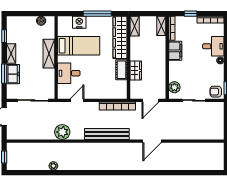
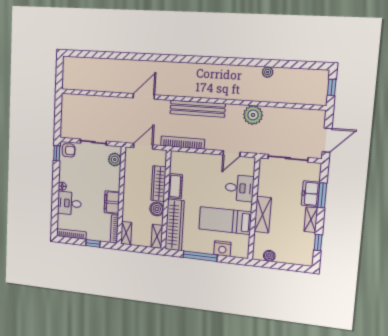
boiler: (136, 49) -> (157, 209), added
wardrobe: (136, 70) -> (158, 184), width x1.50

